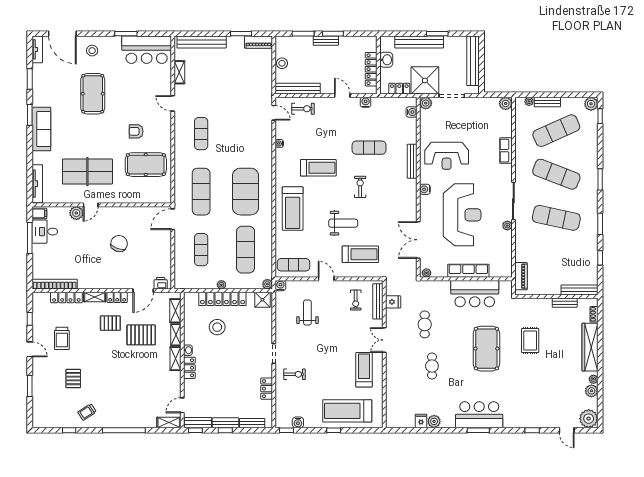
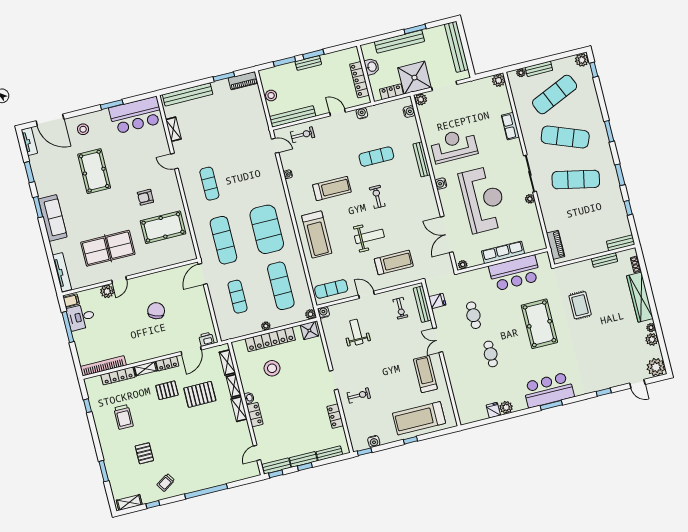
reception desk: (447, 156) -> (454, 146), turned 180
bench: (579, 290) -> (621, 243), width x0.73
door: (30, 349) -> (95, 435), removed
shelving: (169, 422) -> (129, 502), moved

